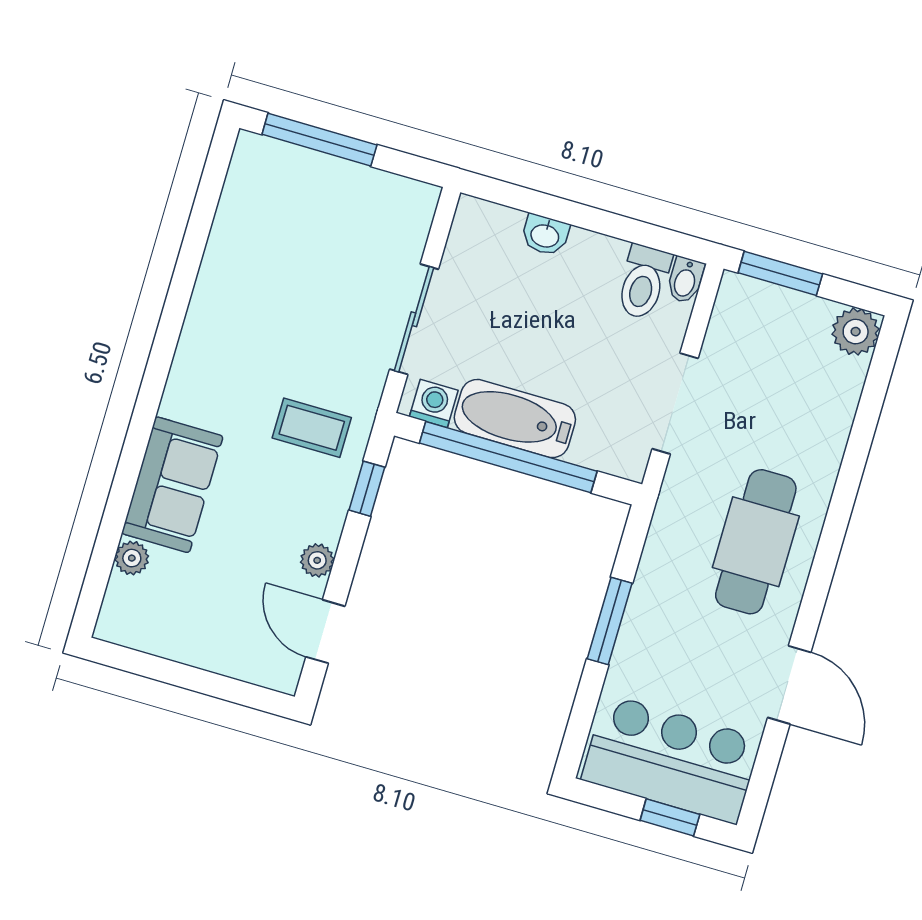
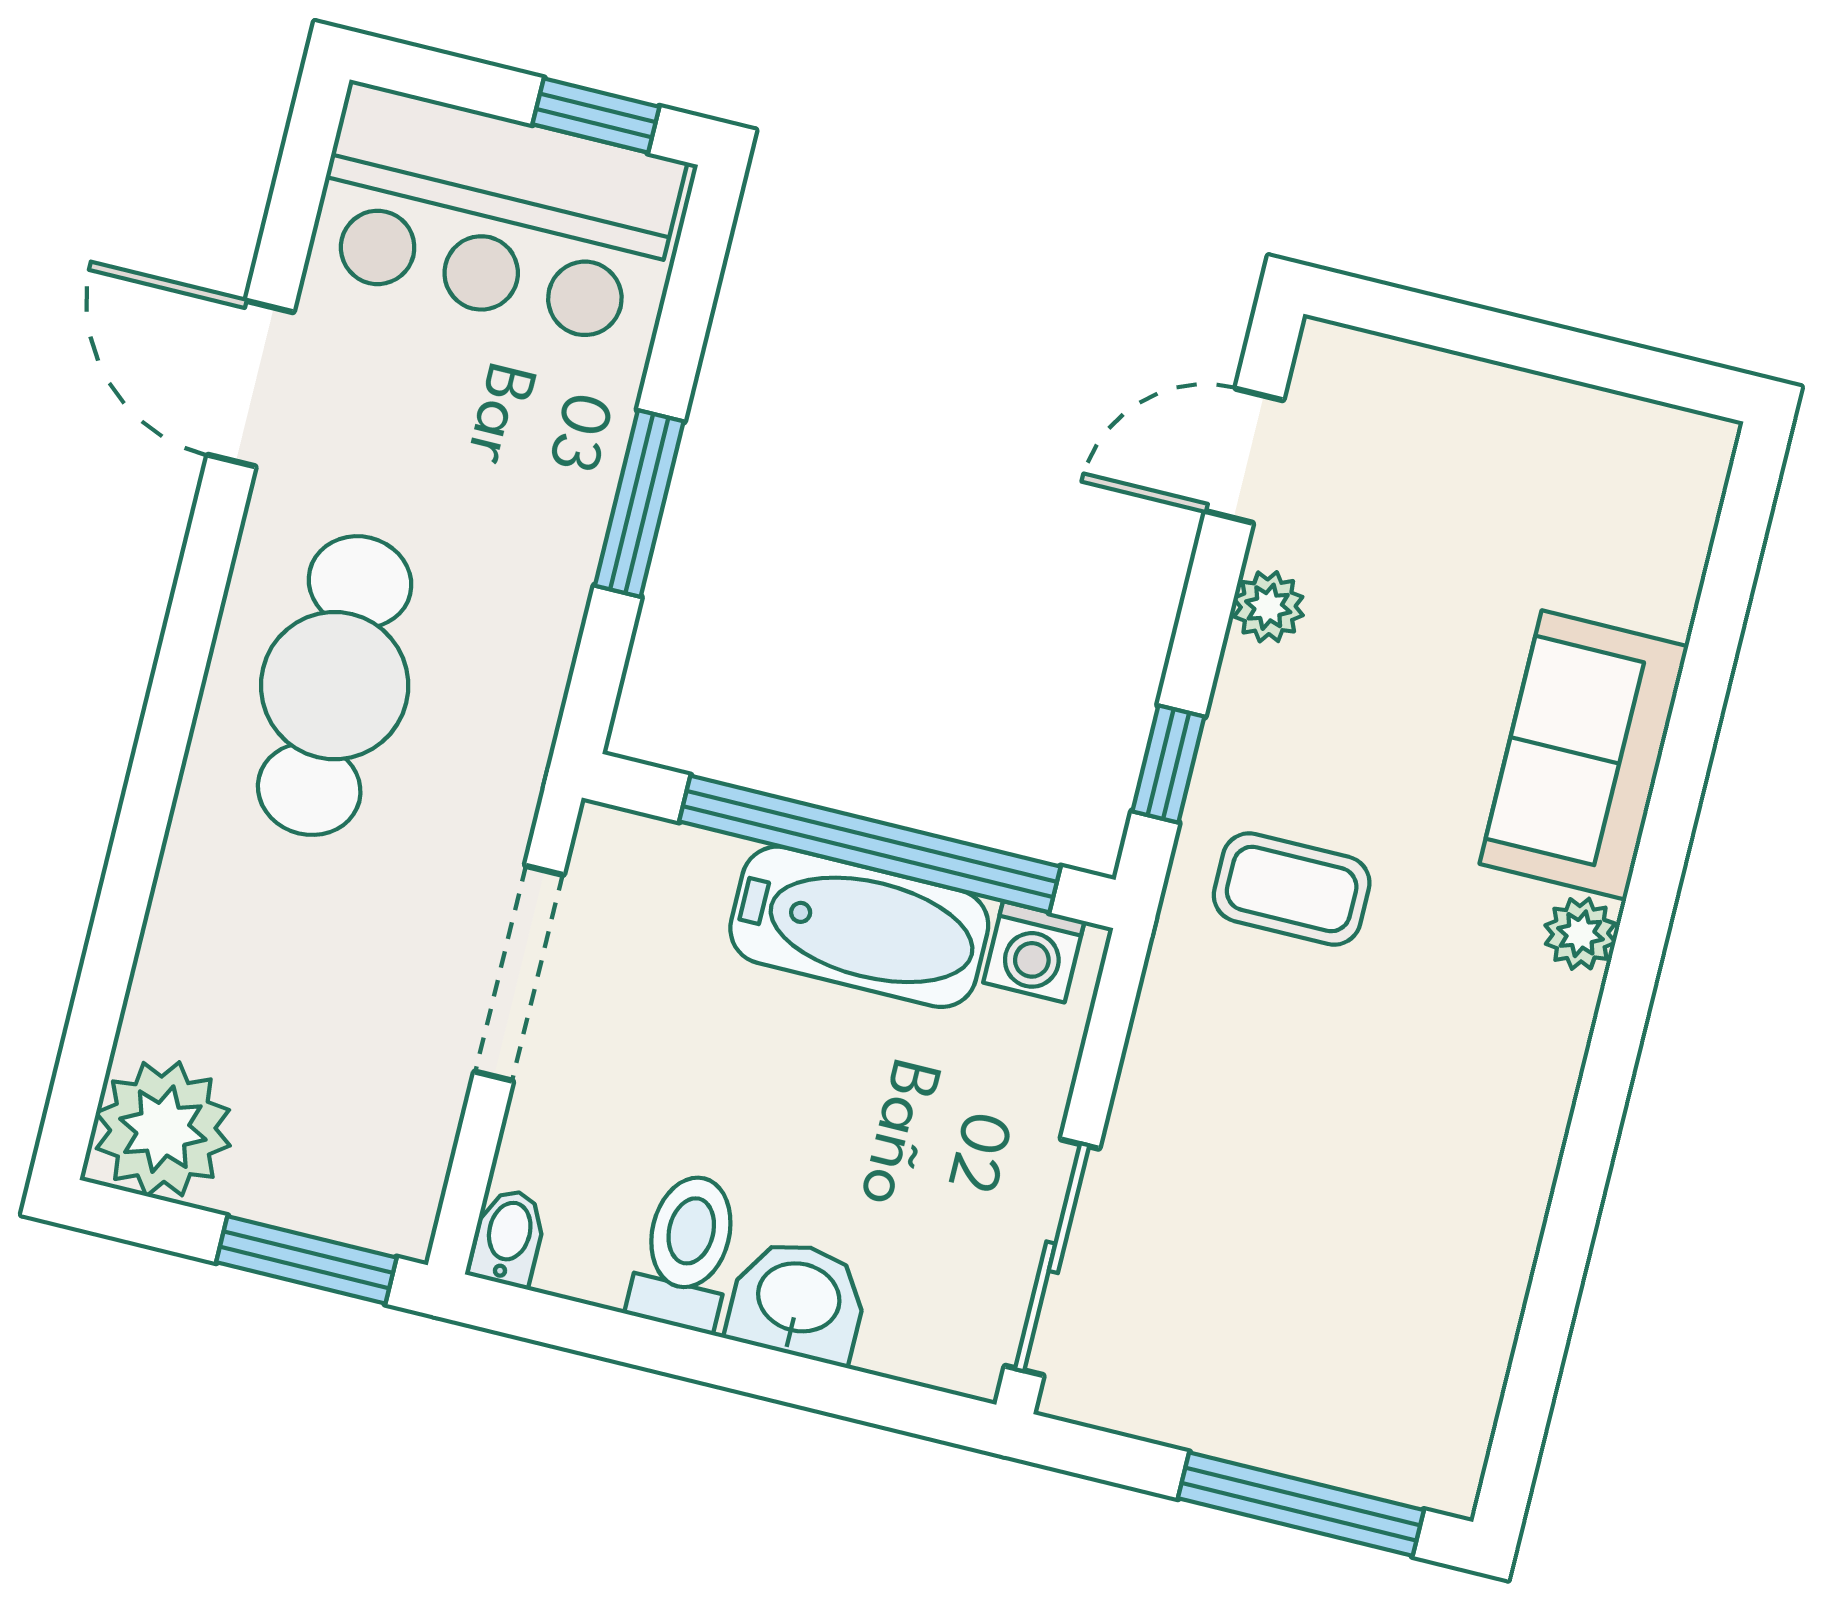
washbasin: (545, 235) -> (798, 1300), width x1.38, depth x1.45
toilet: (643, 282) -> (686, 1251), moved
sliding door: (414, 319) -> (1052, 1257), moved
plant: (856, 332) -> (163, 1129), width x1.36, depth x1.36
plant: (132, 558) -> (1580, 934), moved
door: (325, 632) -> (1244, 456), swing flipped
window: (670, 817) -> (596, 115), moved

